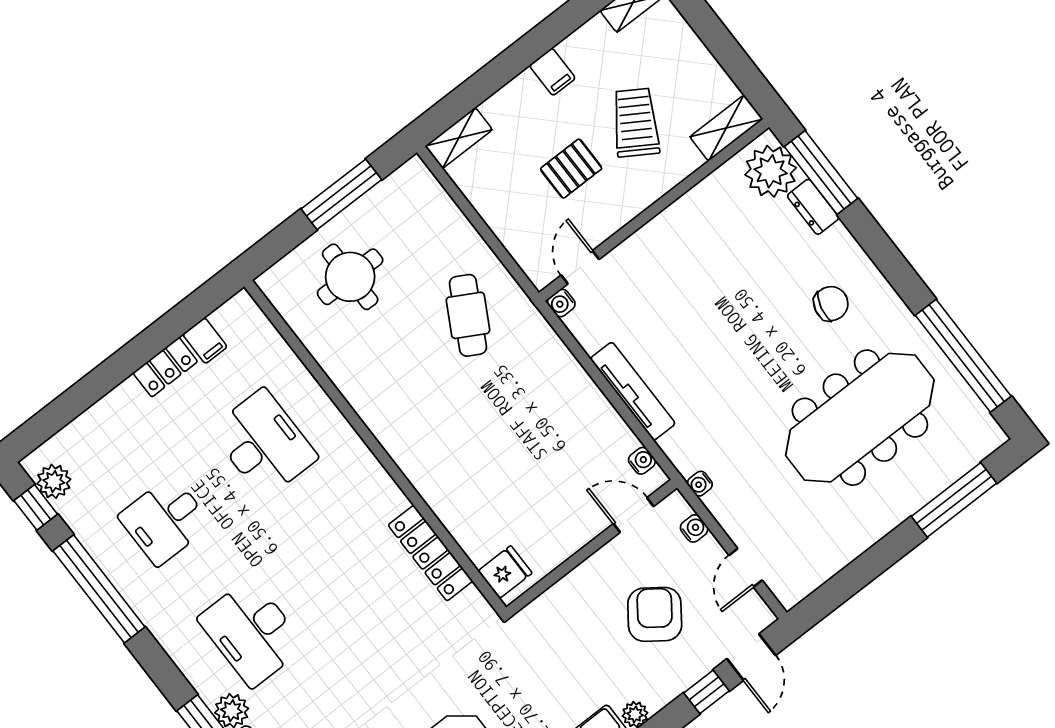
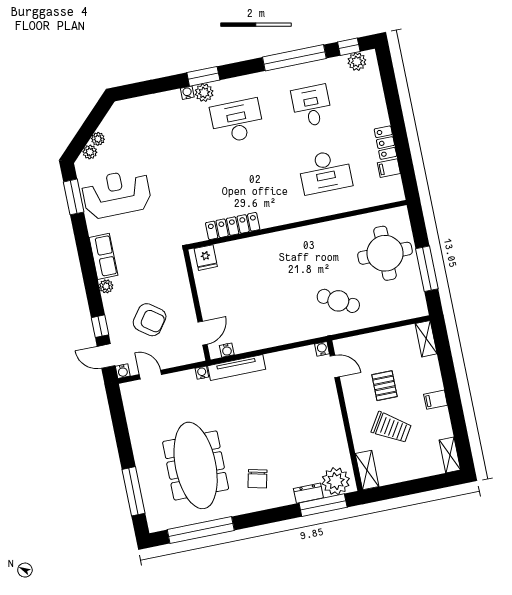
round table: (350, 277) -> (385, 253), width x1.36, depth x1.36
tv unit: (633, 391) -> (237, 367), moved
water cooler: (694, 528) -> (123, 371), moved

